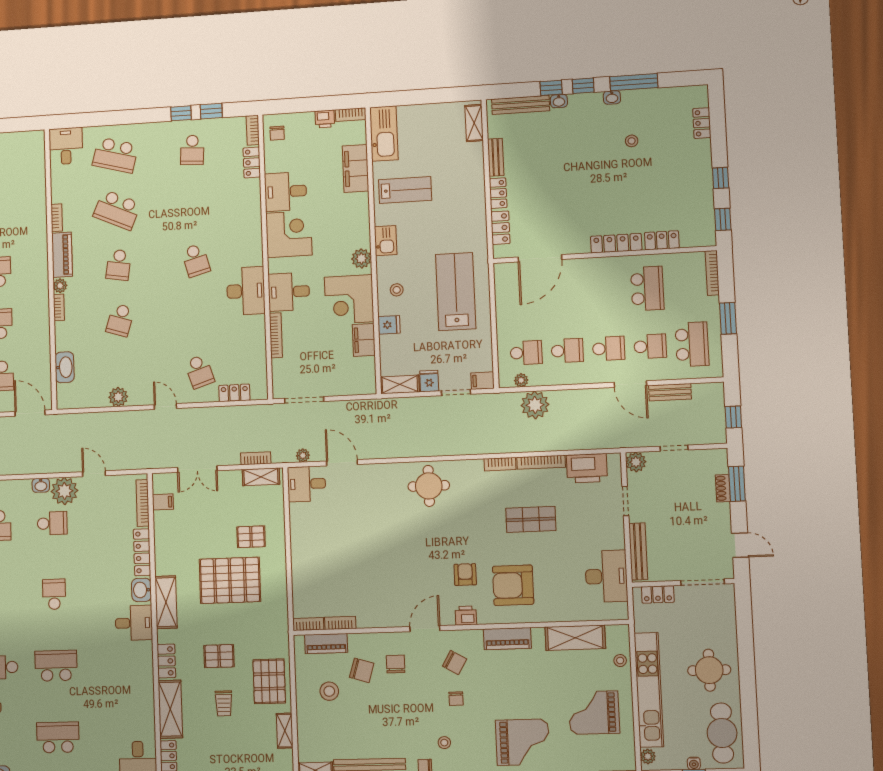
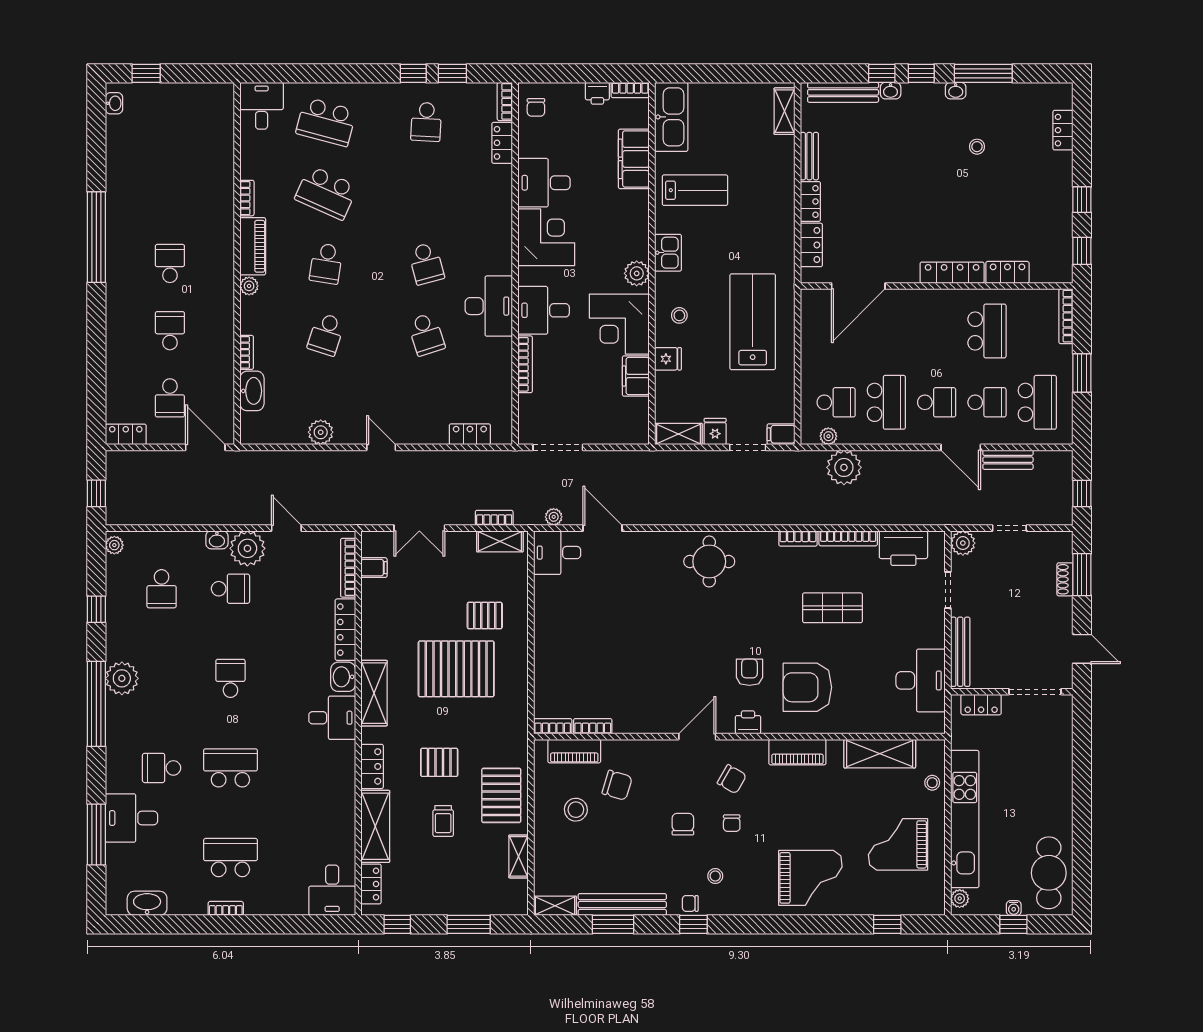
bookcase: (59, 307) -> (247, 352), moved
school desk: (567, 351) -> (886, 402), width x1.85
school desk: (199, 372) -> (426, 334), moved
chair: (396, 664) -> (683, 824), moved
round table: (709, 670) -> (1038, 797), removed

